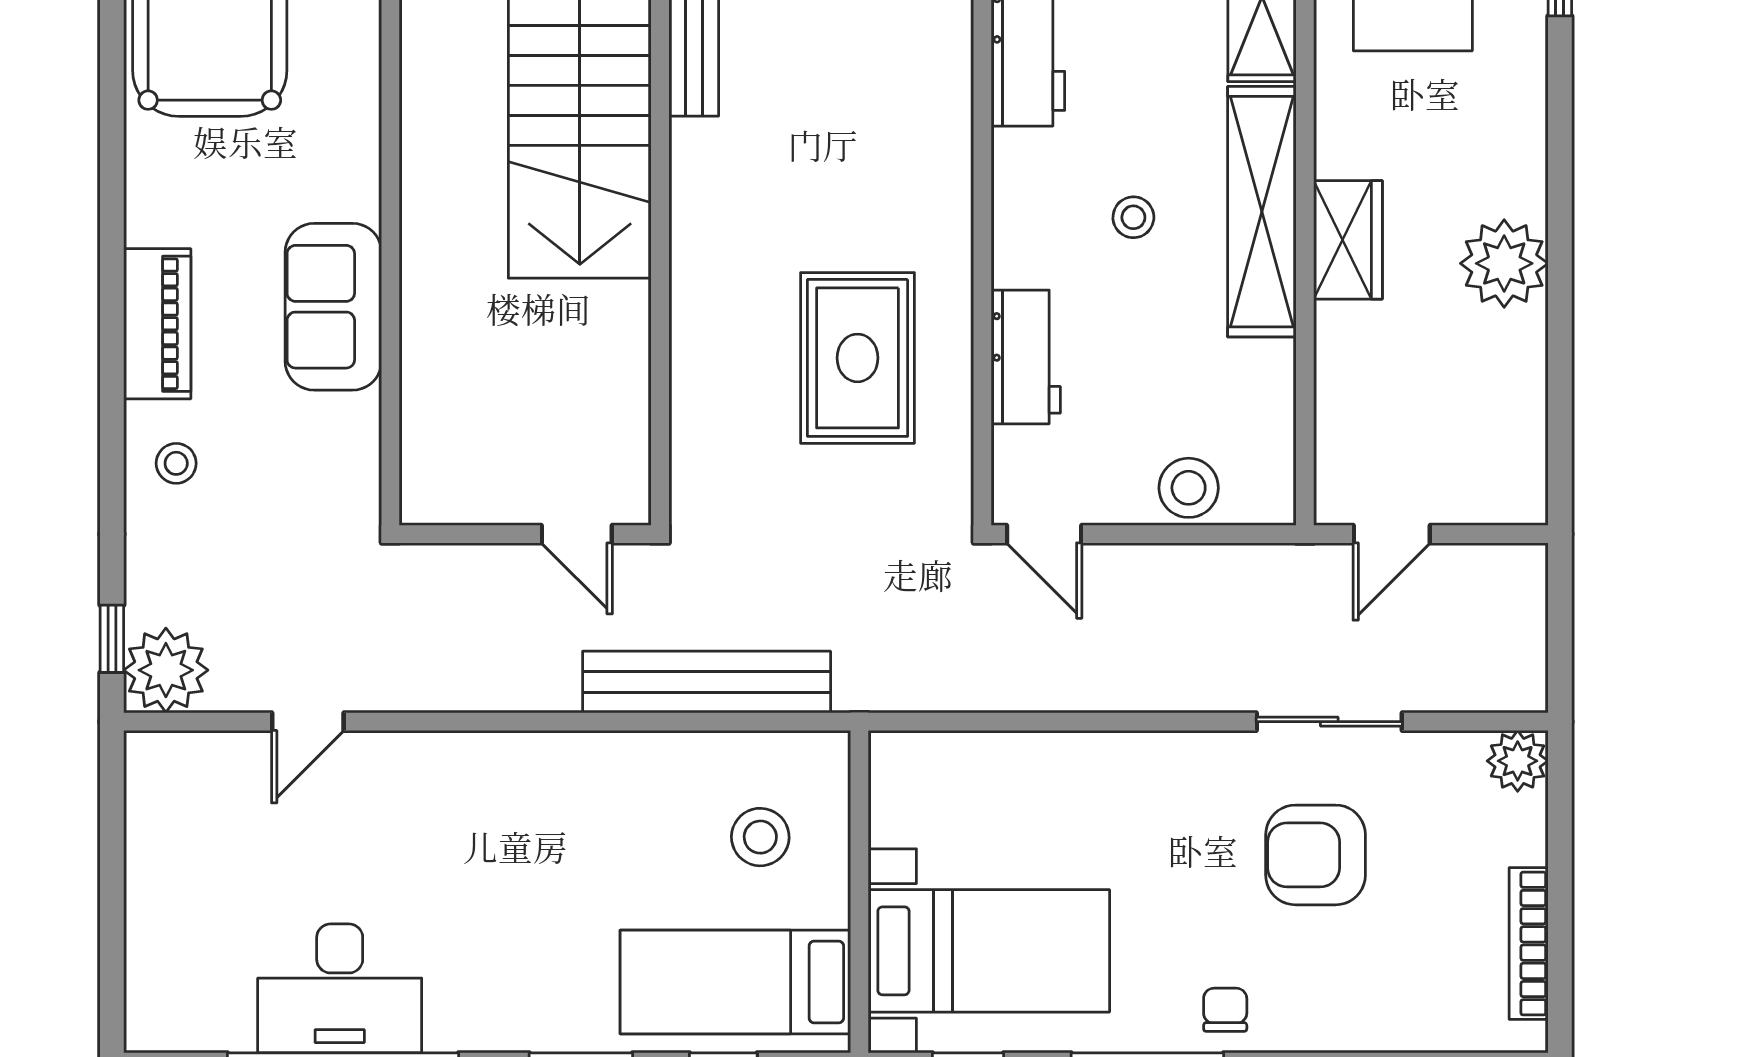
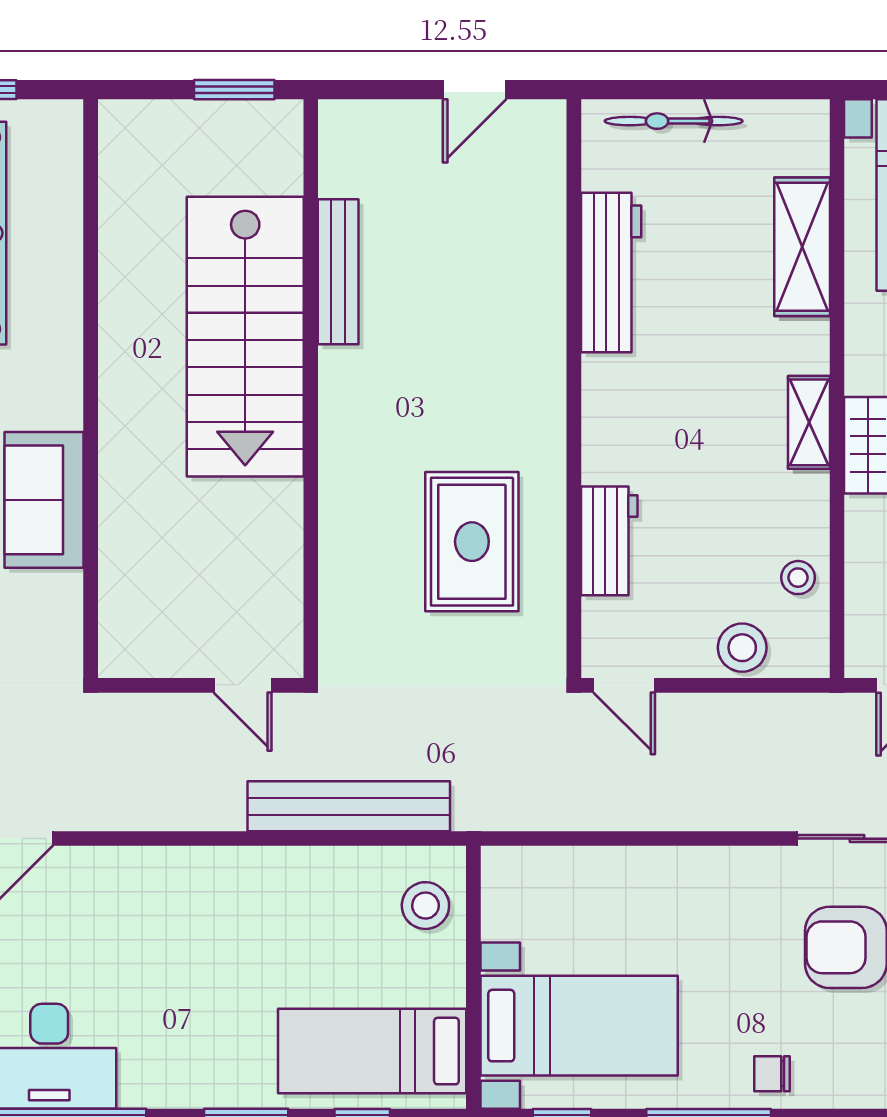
shelving: (1262, 212) -> (809, 422), width x0.45, depth x0.75
stool: (1133, 217) -> (798, 578), moved
stool: (760, 837) -> (425, 906), moved
chair: (1225, 1010) -> (772, 1074), turned -90

